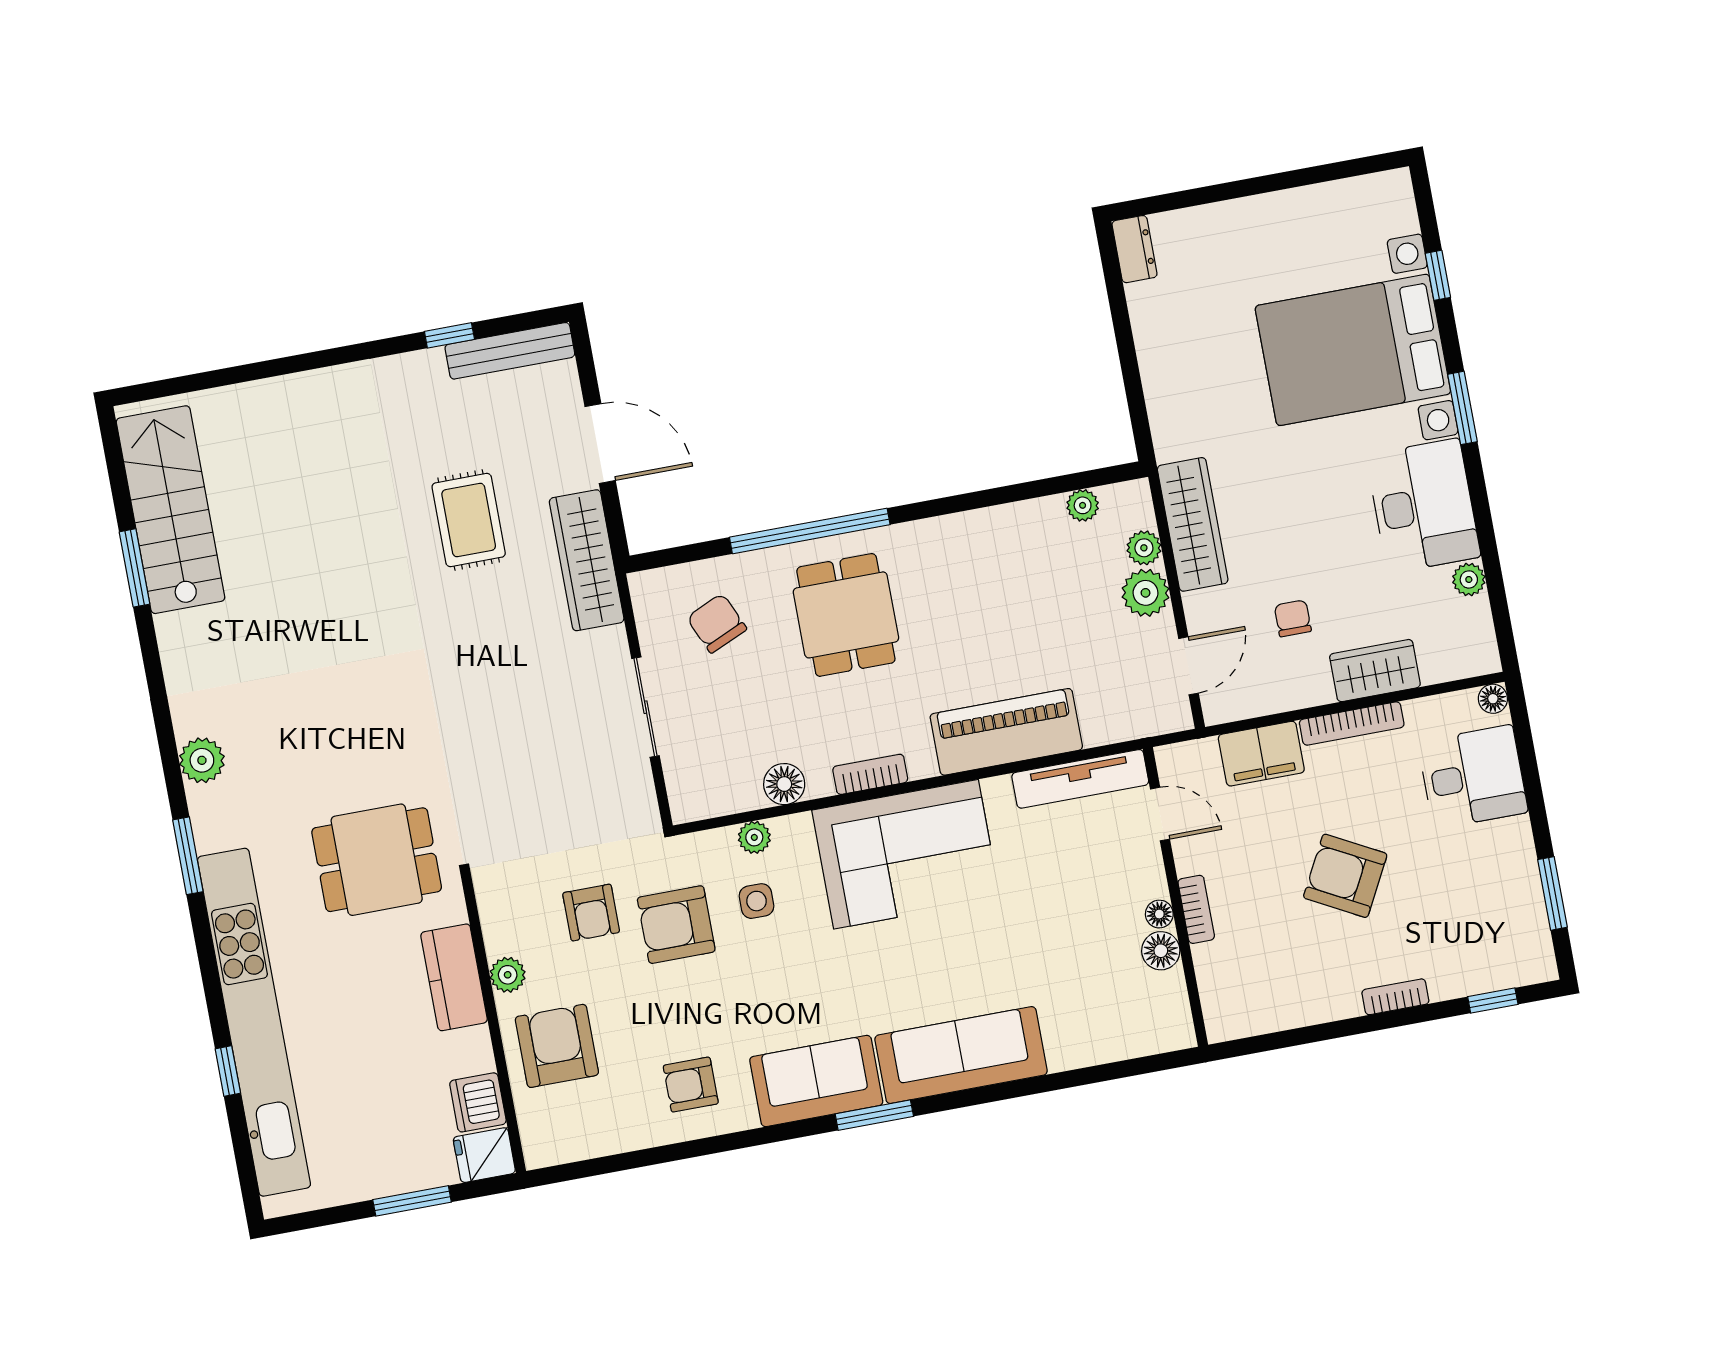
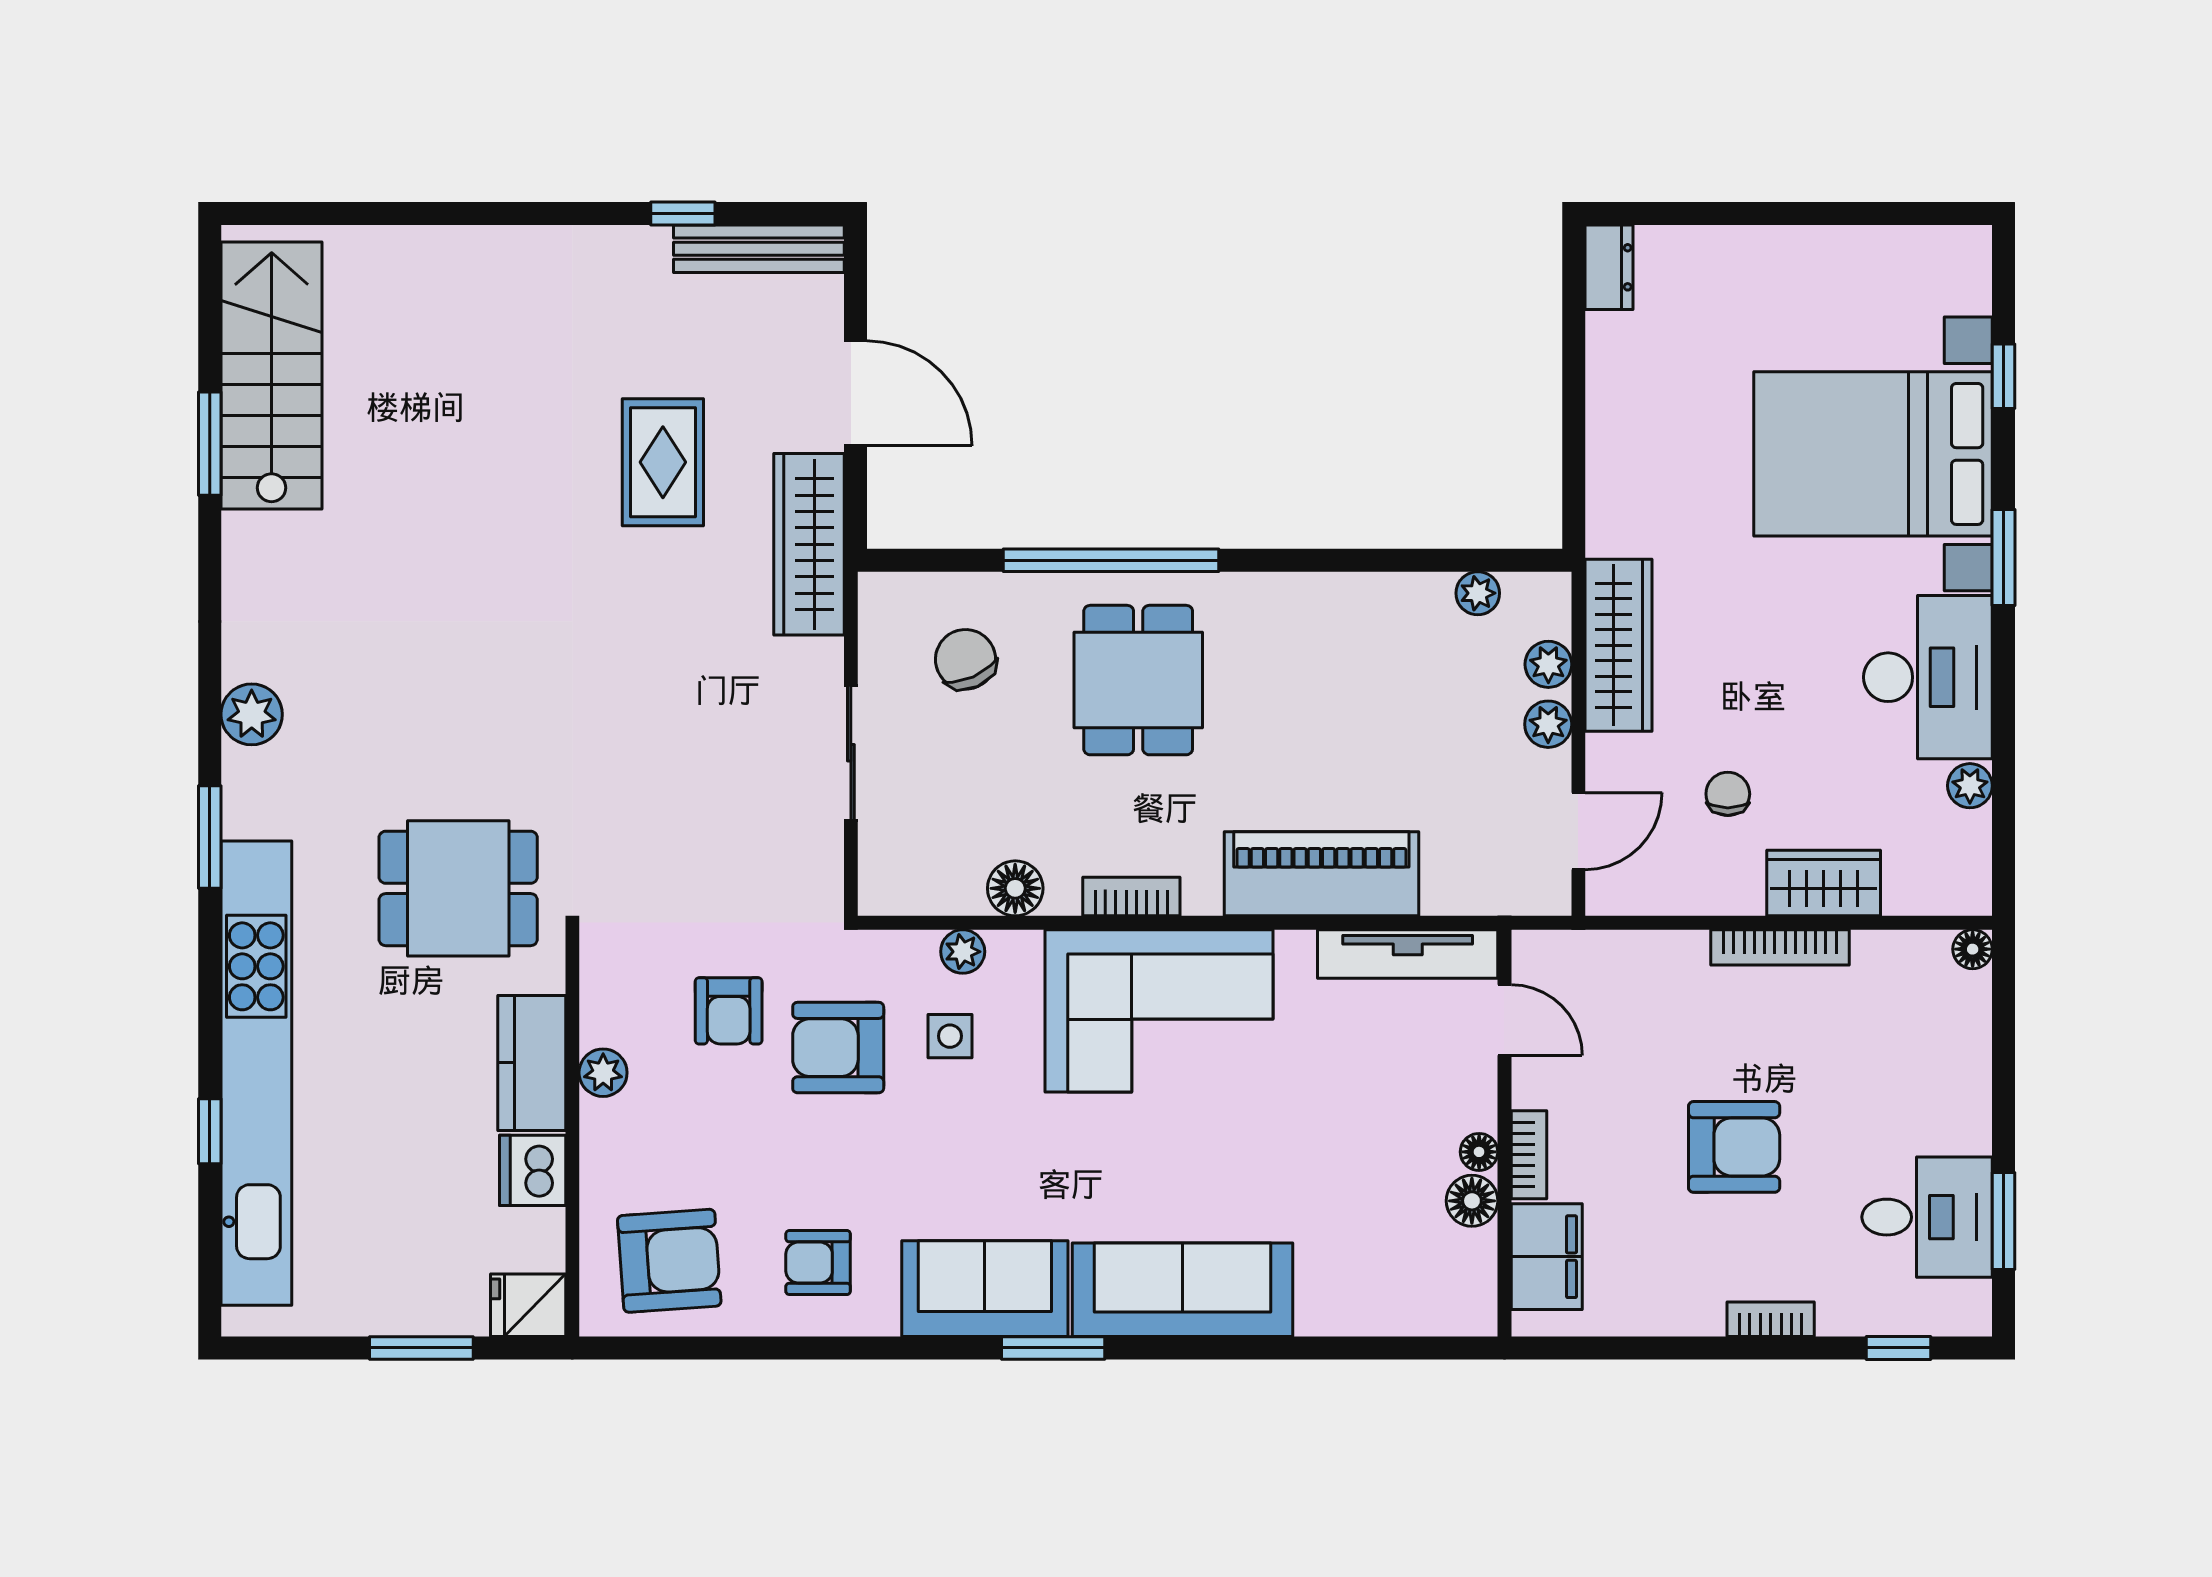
plant: (1145, 593) -> (1548, 724), width x0.73, depth x0.73
filing cabinet: (1261, 754) -> (1547, 1257), moved, turned -90
desk: (1473, 777) -> (1927, 1217), moved
armchair: (1345, 876) -> (1734, 1147), turned 152
armchair: (557, 1046) -> (669, 1261), moved, turned 86
dishwasher: (478, 1102) -> (533, 1170), moved

